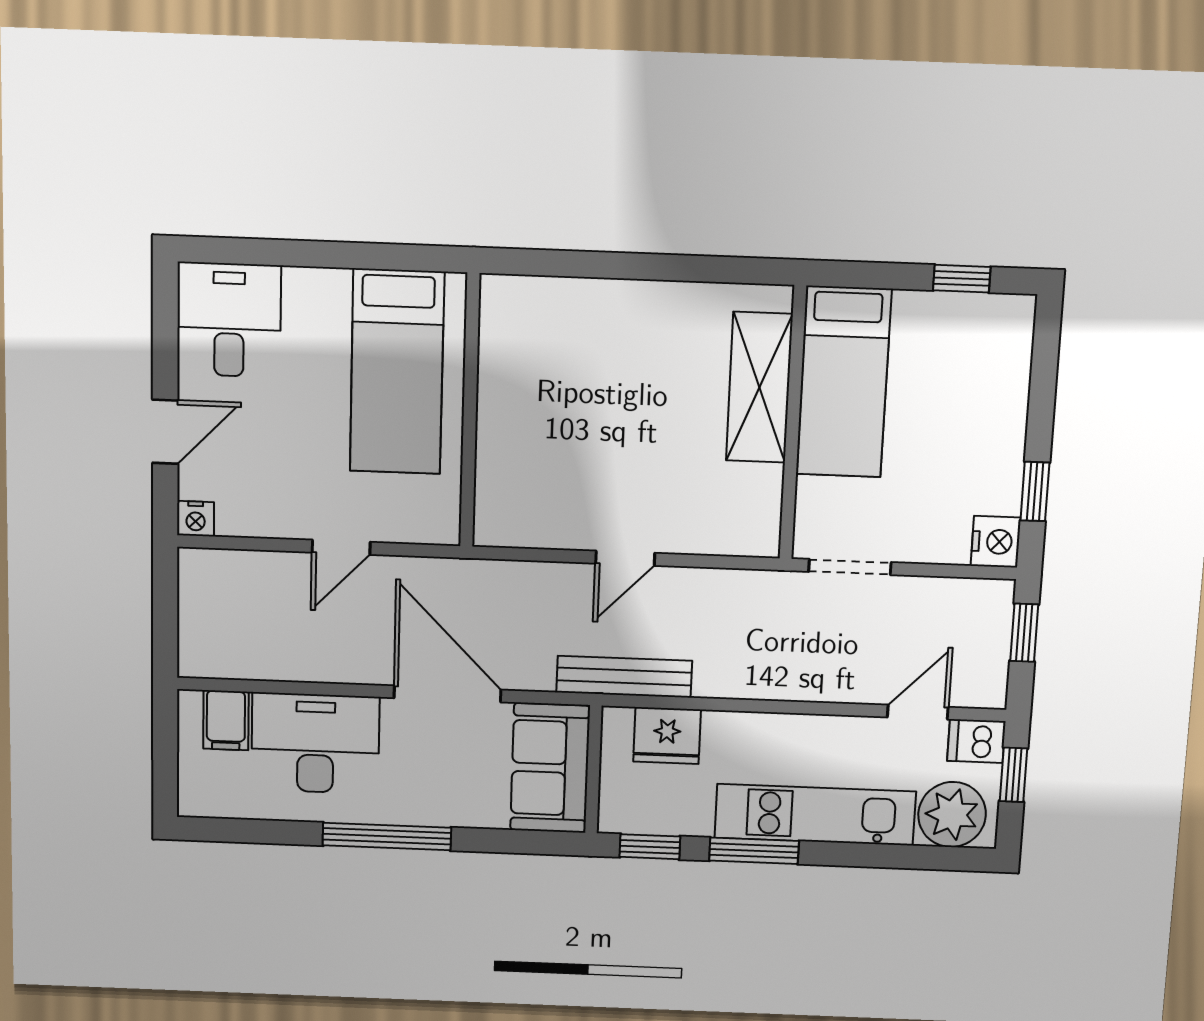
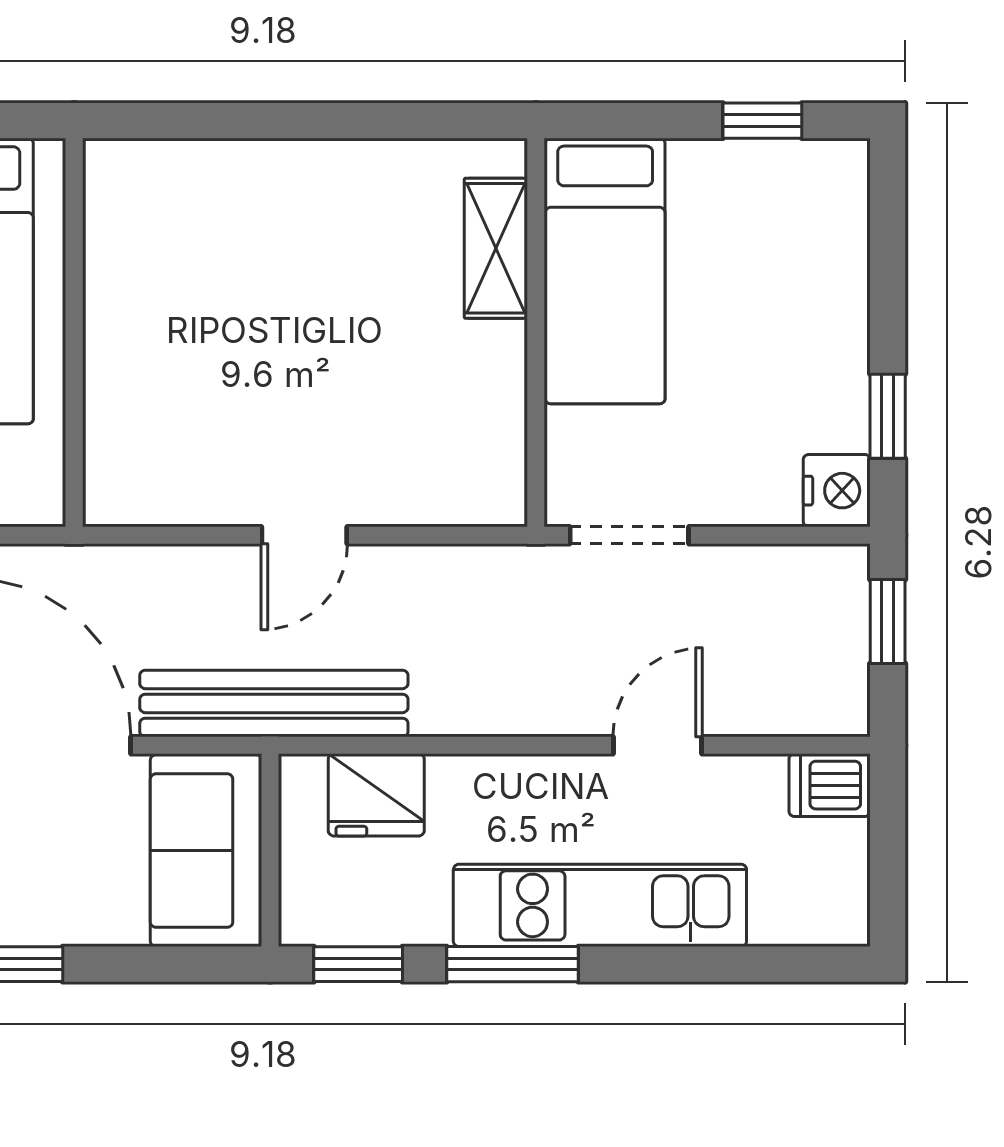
shelving: (759, 387) -> (496, 248), width x0.67, depth x0.75
bench: (624, 677) -> (274, 703), width x1.37, depth x1.21
door: (918, 712) -> (658, 745), moved
window: (1014, 775) -> (888, 833), removed
plant: (952, 814) -> (802, 897), removed

